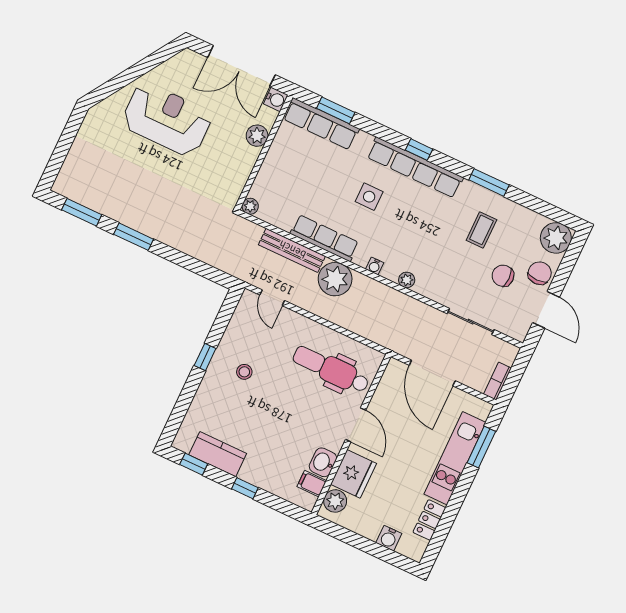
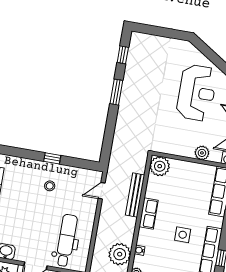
plant: (250, 206) -> (160, 166), width x1.87, depth x1.87
window: (82, 212) -> (123, 55), width x0.67
row of seats: (324, 238) -> (149, 214), width x0.68
plant: (335, 279) -> (120, 254), moved

